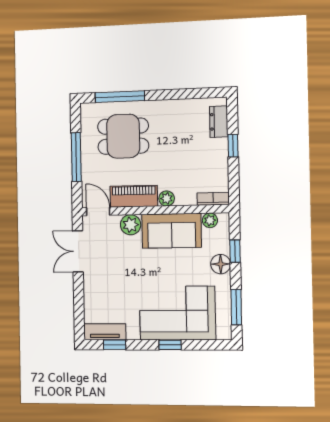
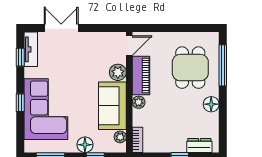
floor lamp: (167, 109) -> (211, 104), added
window: (76, 157) -> (174, 28), removed
double door: (78, 251) -> (61, 28), moved

